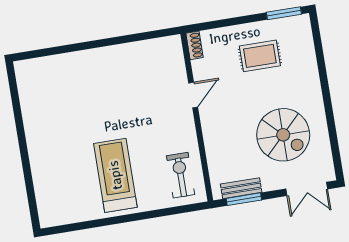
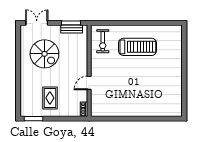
rug: (260, 56) -> (50, 98), turned 90
spiral stairs: (283, 135) -> (44, 54), turned 180
treadmill: (115, 175) -> (138, 47), turned -90

